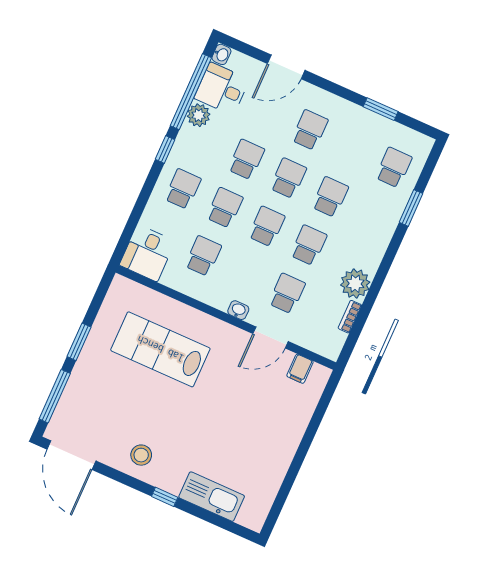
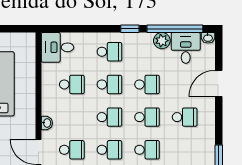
door: (286, 67) -> (219, 83), hinge flipped

